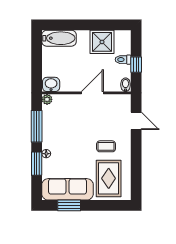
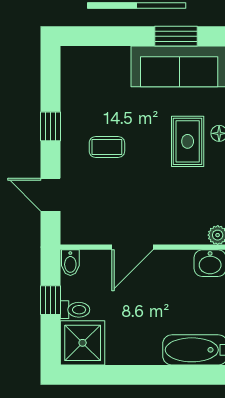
shower: (102, 42) -> (83, 343), moved
window: (136, 157) -> (51, 126), added
rug: (109, 178) -> (188, 141), moved, width x0.73, depth x0.70

